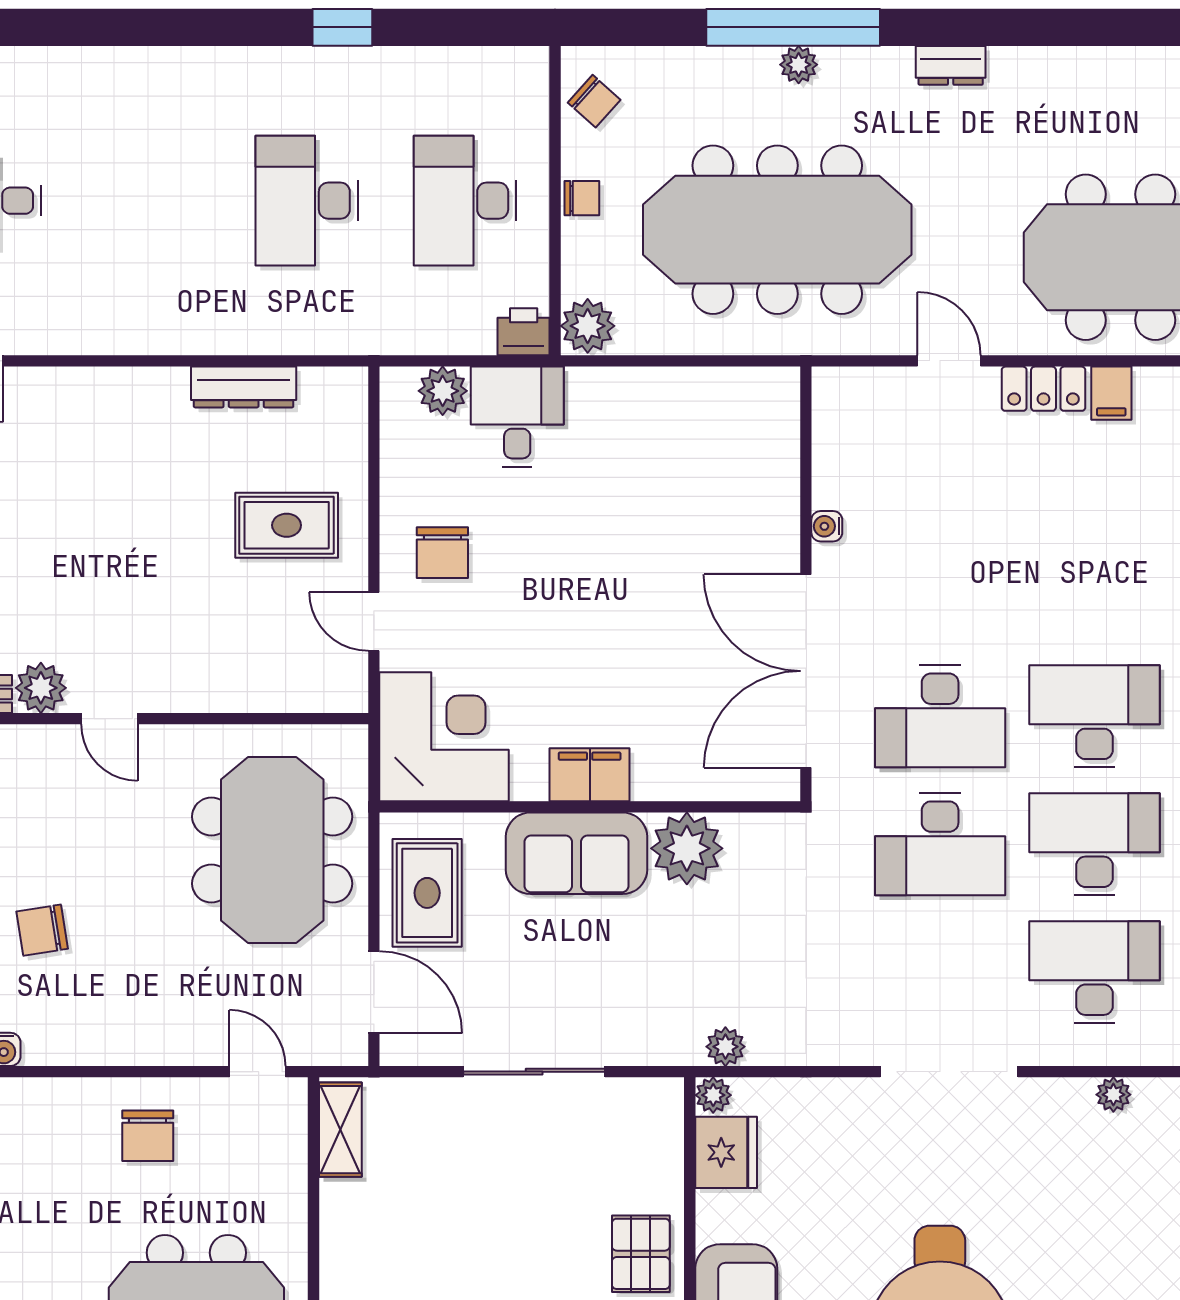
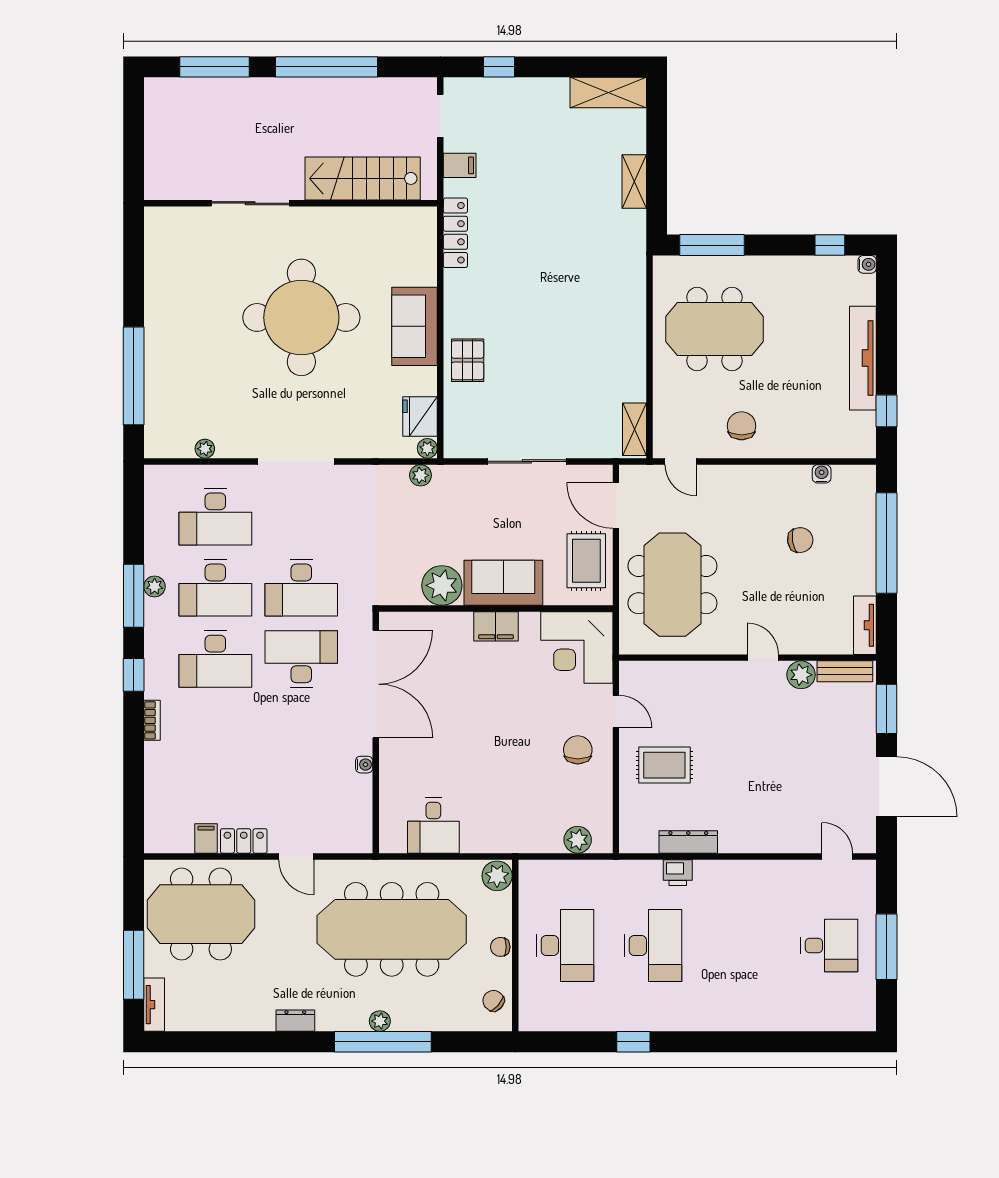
printer: (524, 332) -> (678, 873), moved
desk: (517, 417) -> (433, 826), moved
desk: (940, 844) -> (301, 588), turned 180

